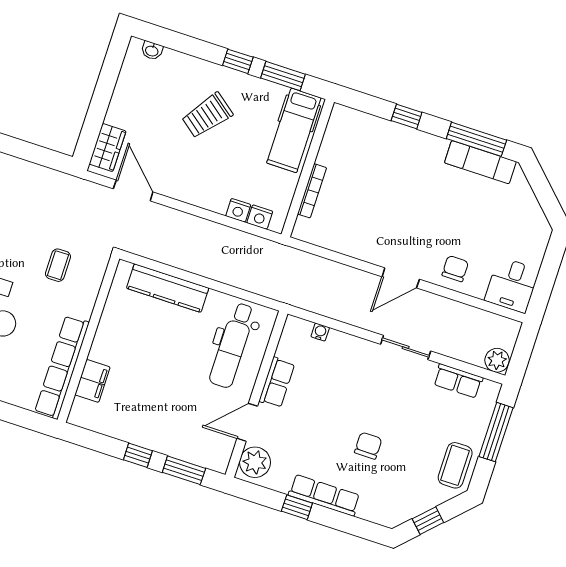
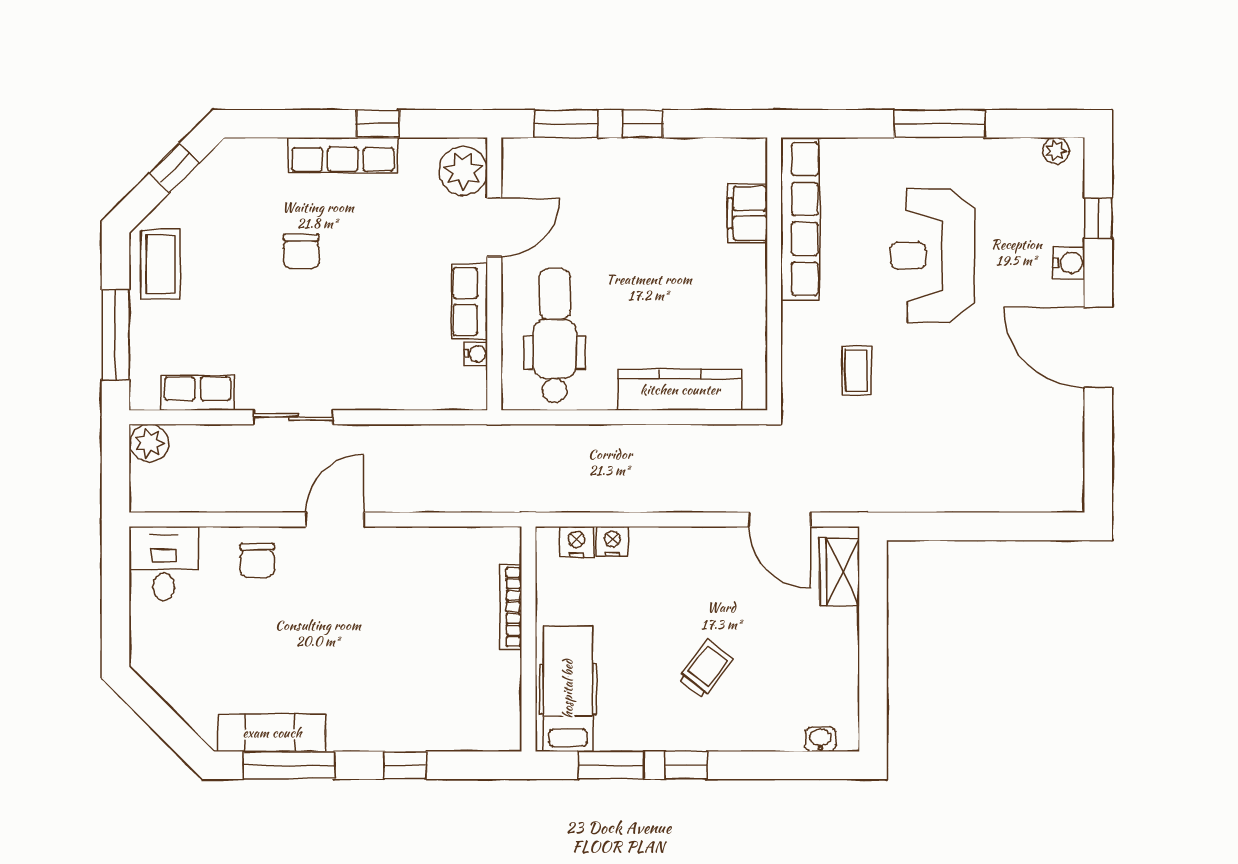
trolley: (207, 115) -> (706, 669), width x0.73, depth x0.72
water cooler: (320, 332) -> (476, 354), moved, turned -90

